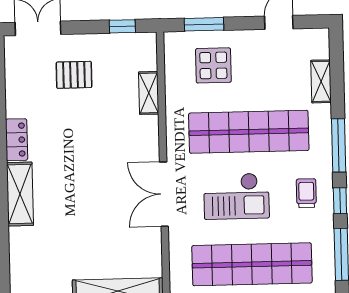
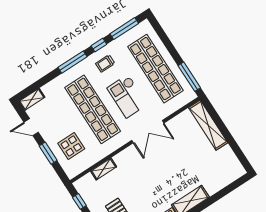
window: (204, 24) -> (48, 153), moved
shelving: (321, 81) -> (32, 99), moved
checkout: (236, 196) -> (127, 96), turned 180

